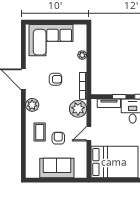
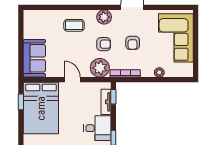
window: (119, 97) -> (113, 97), moved
armchair: (58, 138) -> (104, 44), moved
sofa: (57, 168) -> (34, 58), moved
window: (109, 180) -> (21, 102), added

